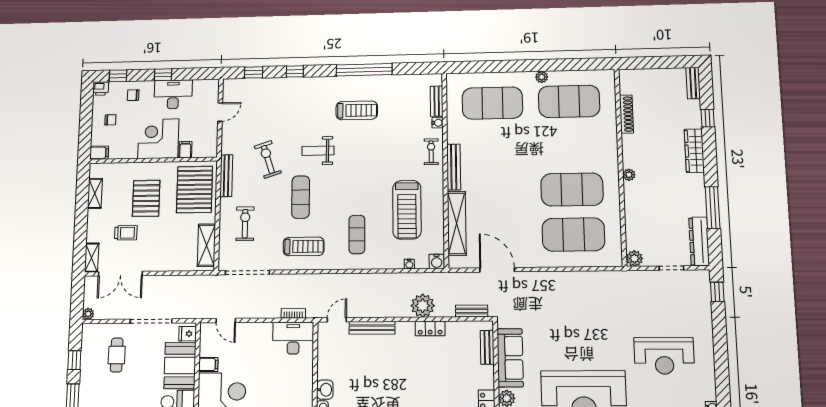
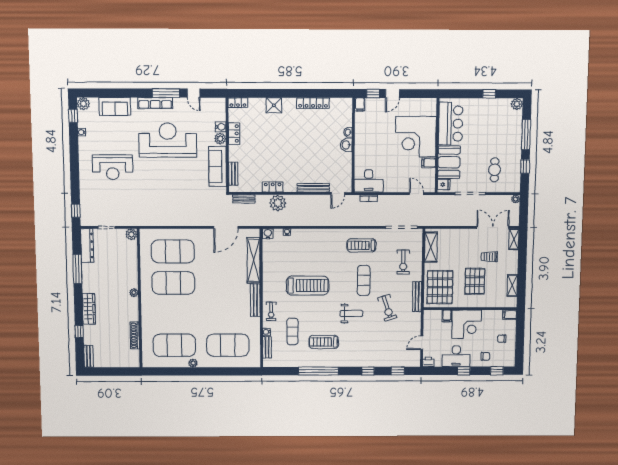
printer: (101, 88) -> (428, 362), moved
treadmill: (407, 210) -> (308, 286), moved, turned 90
exercise mat: (357, 234) -> (292, 331), moved
door: (497, 270) -> (226, 227), hinge flipped
reception desk: (664, 356) -> (113, 167), turned 180

